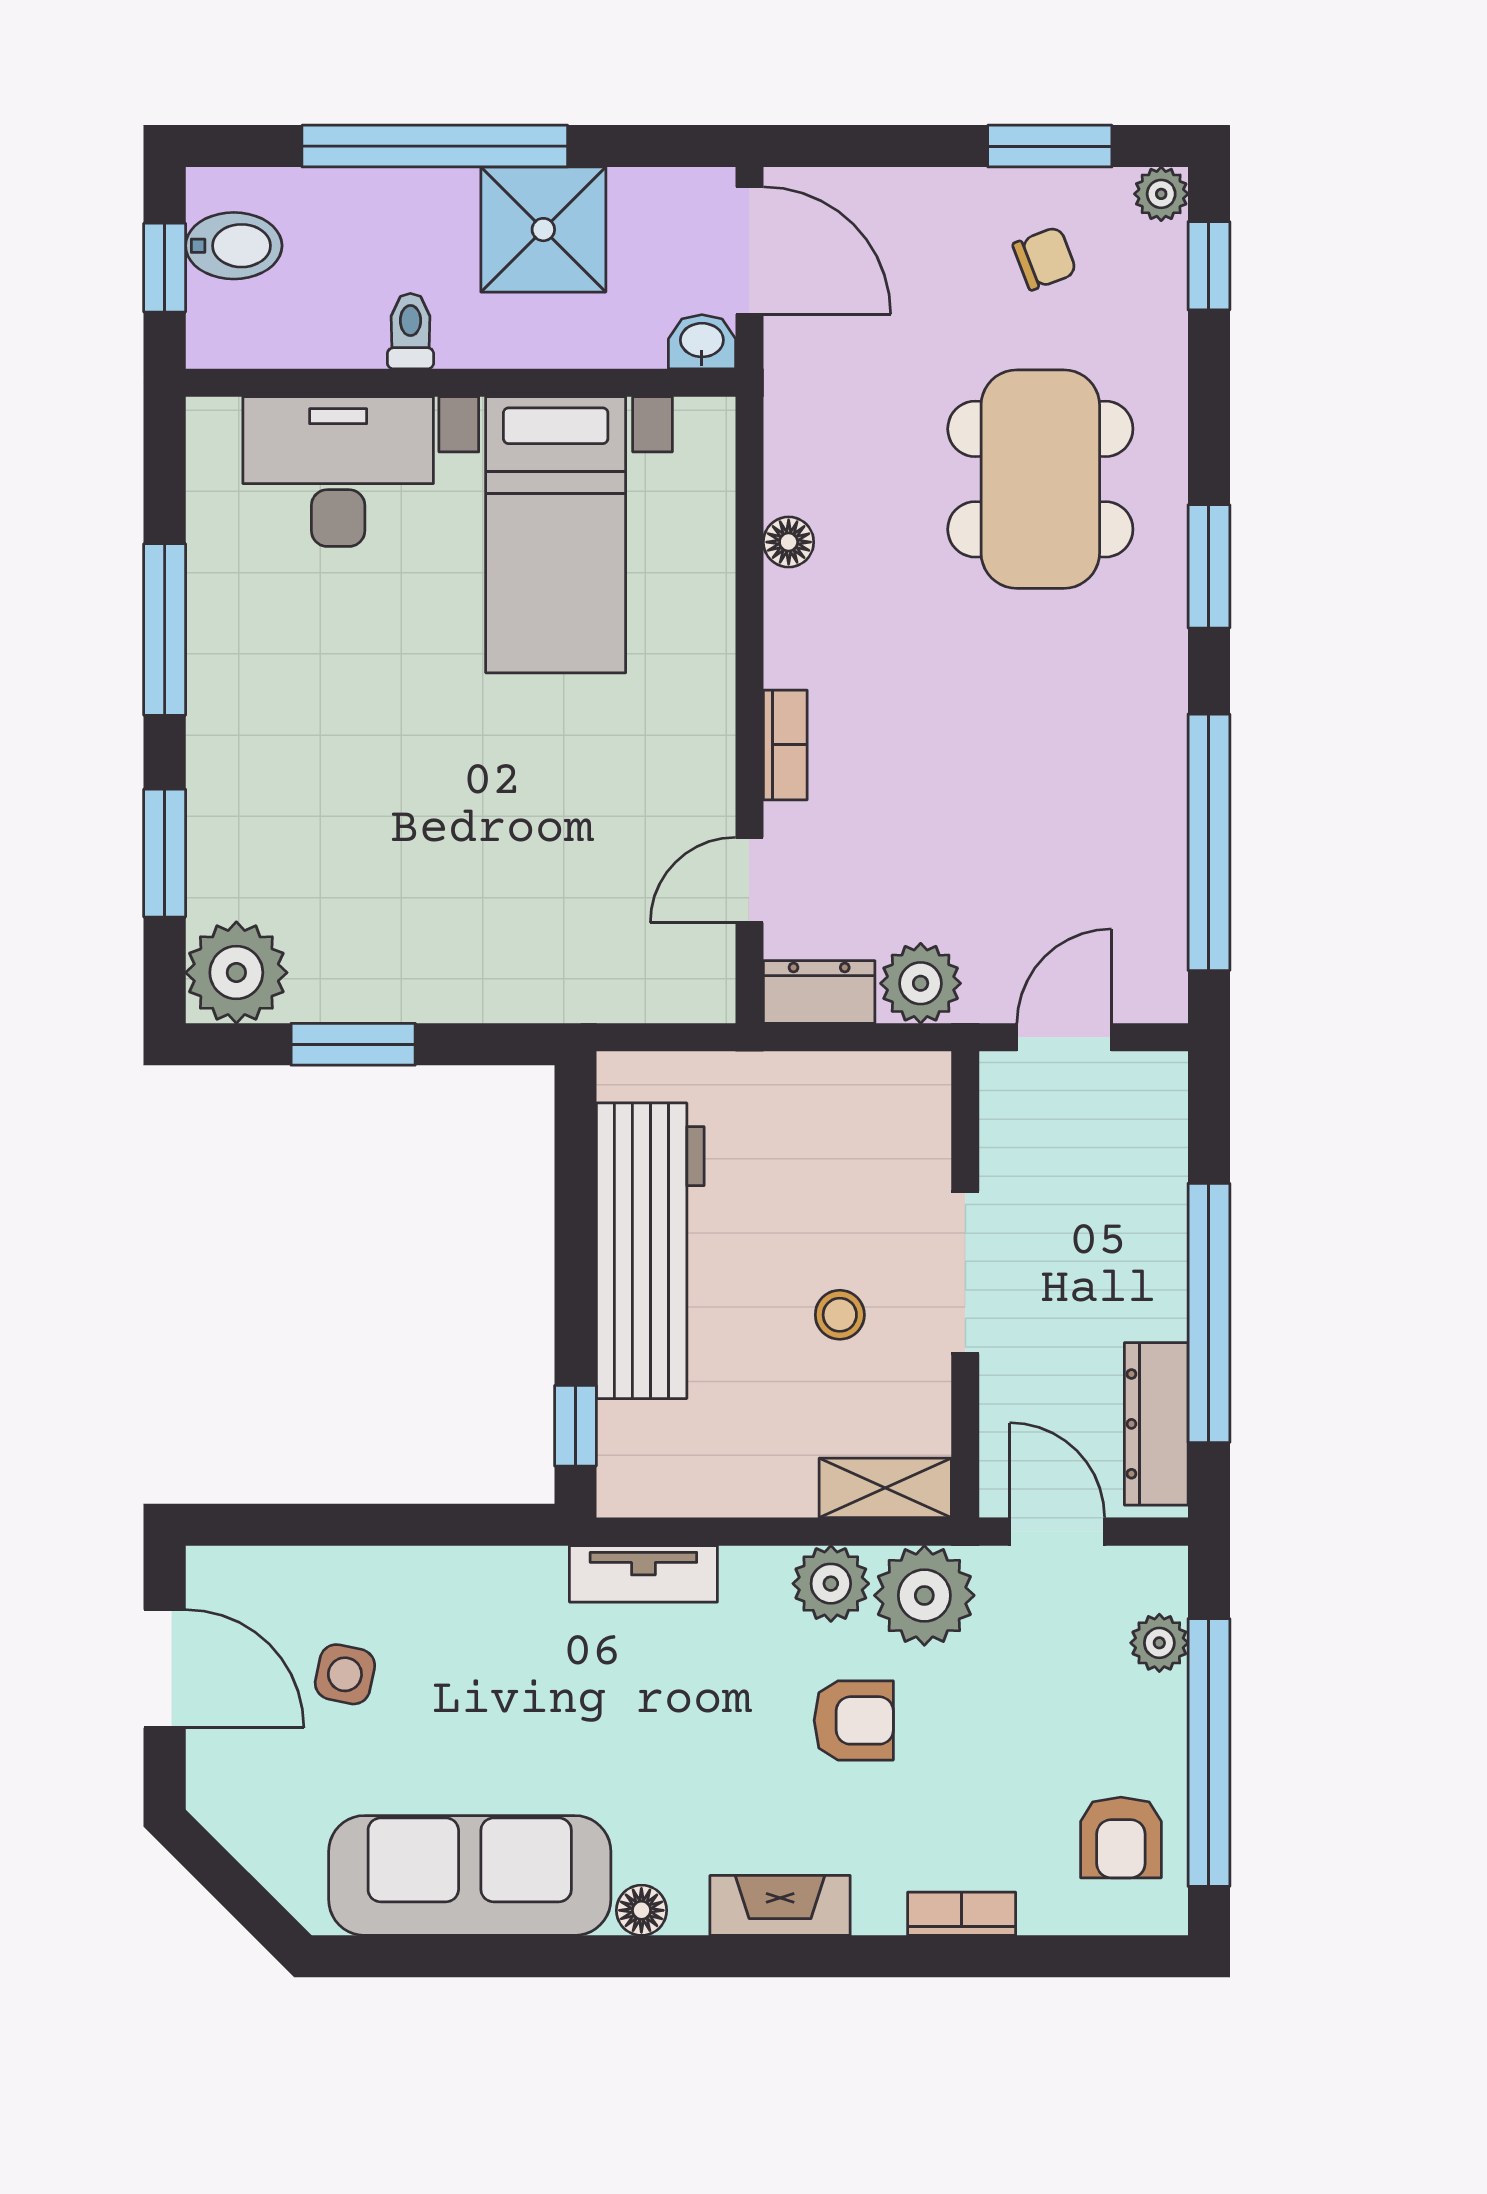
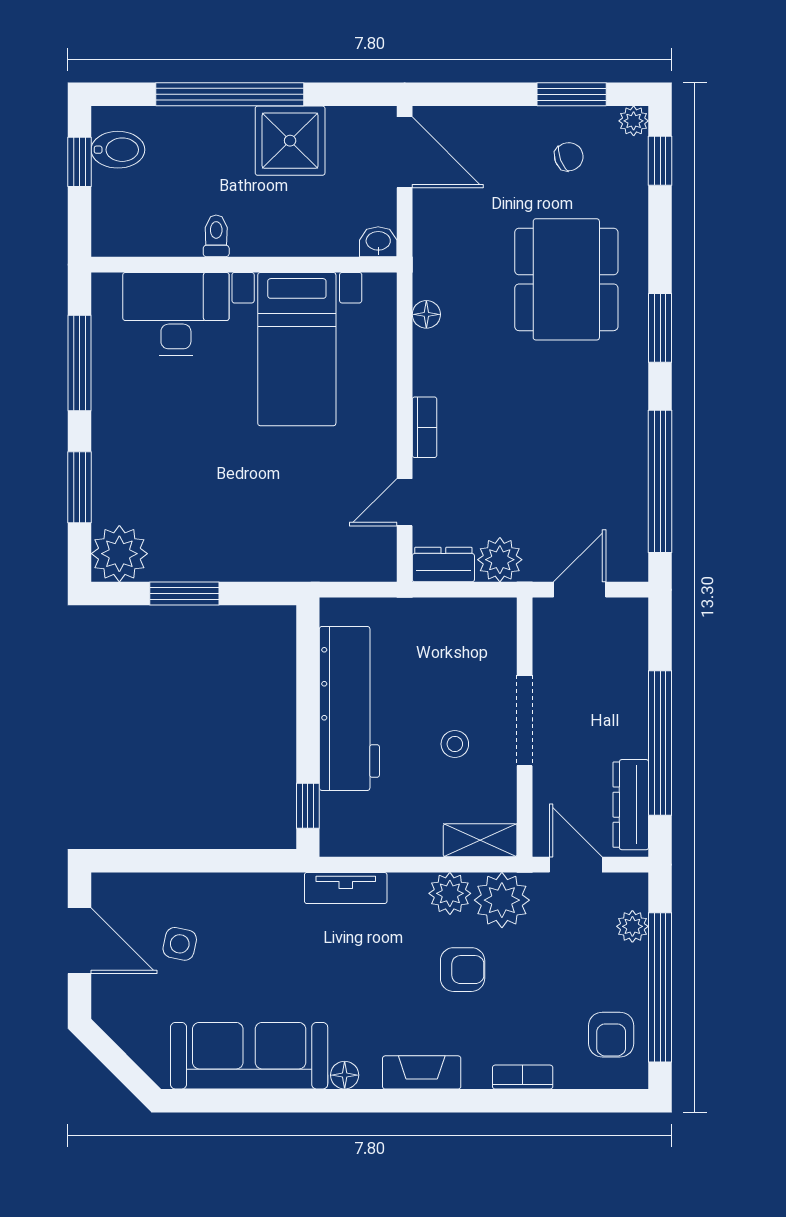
toilet: (410, 331) -> (216, 236), moved
washbasin: (702, 342) -> (378, 242), moved
wall: (461, 383) -> (244, 265), moved
desk: (338, 472) -> (176, 314), moved
bed with nightstands: (556, 535) -> (297, 349), moved

